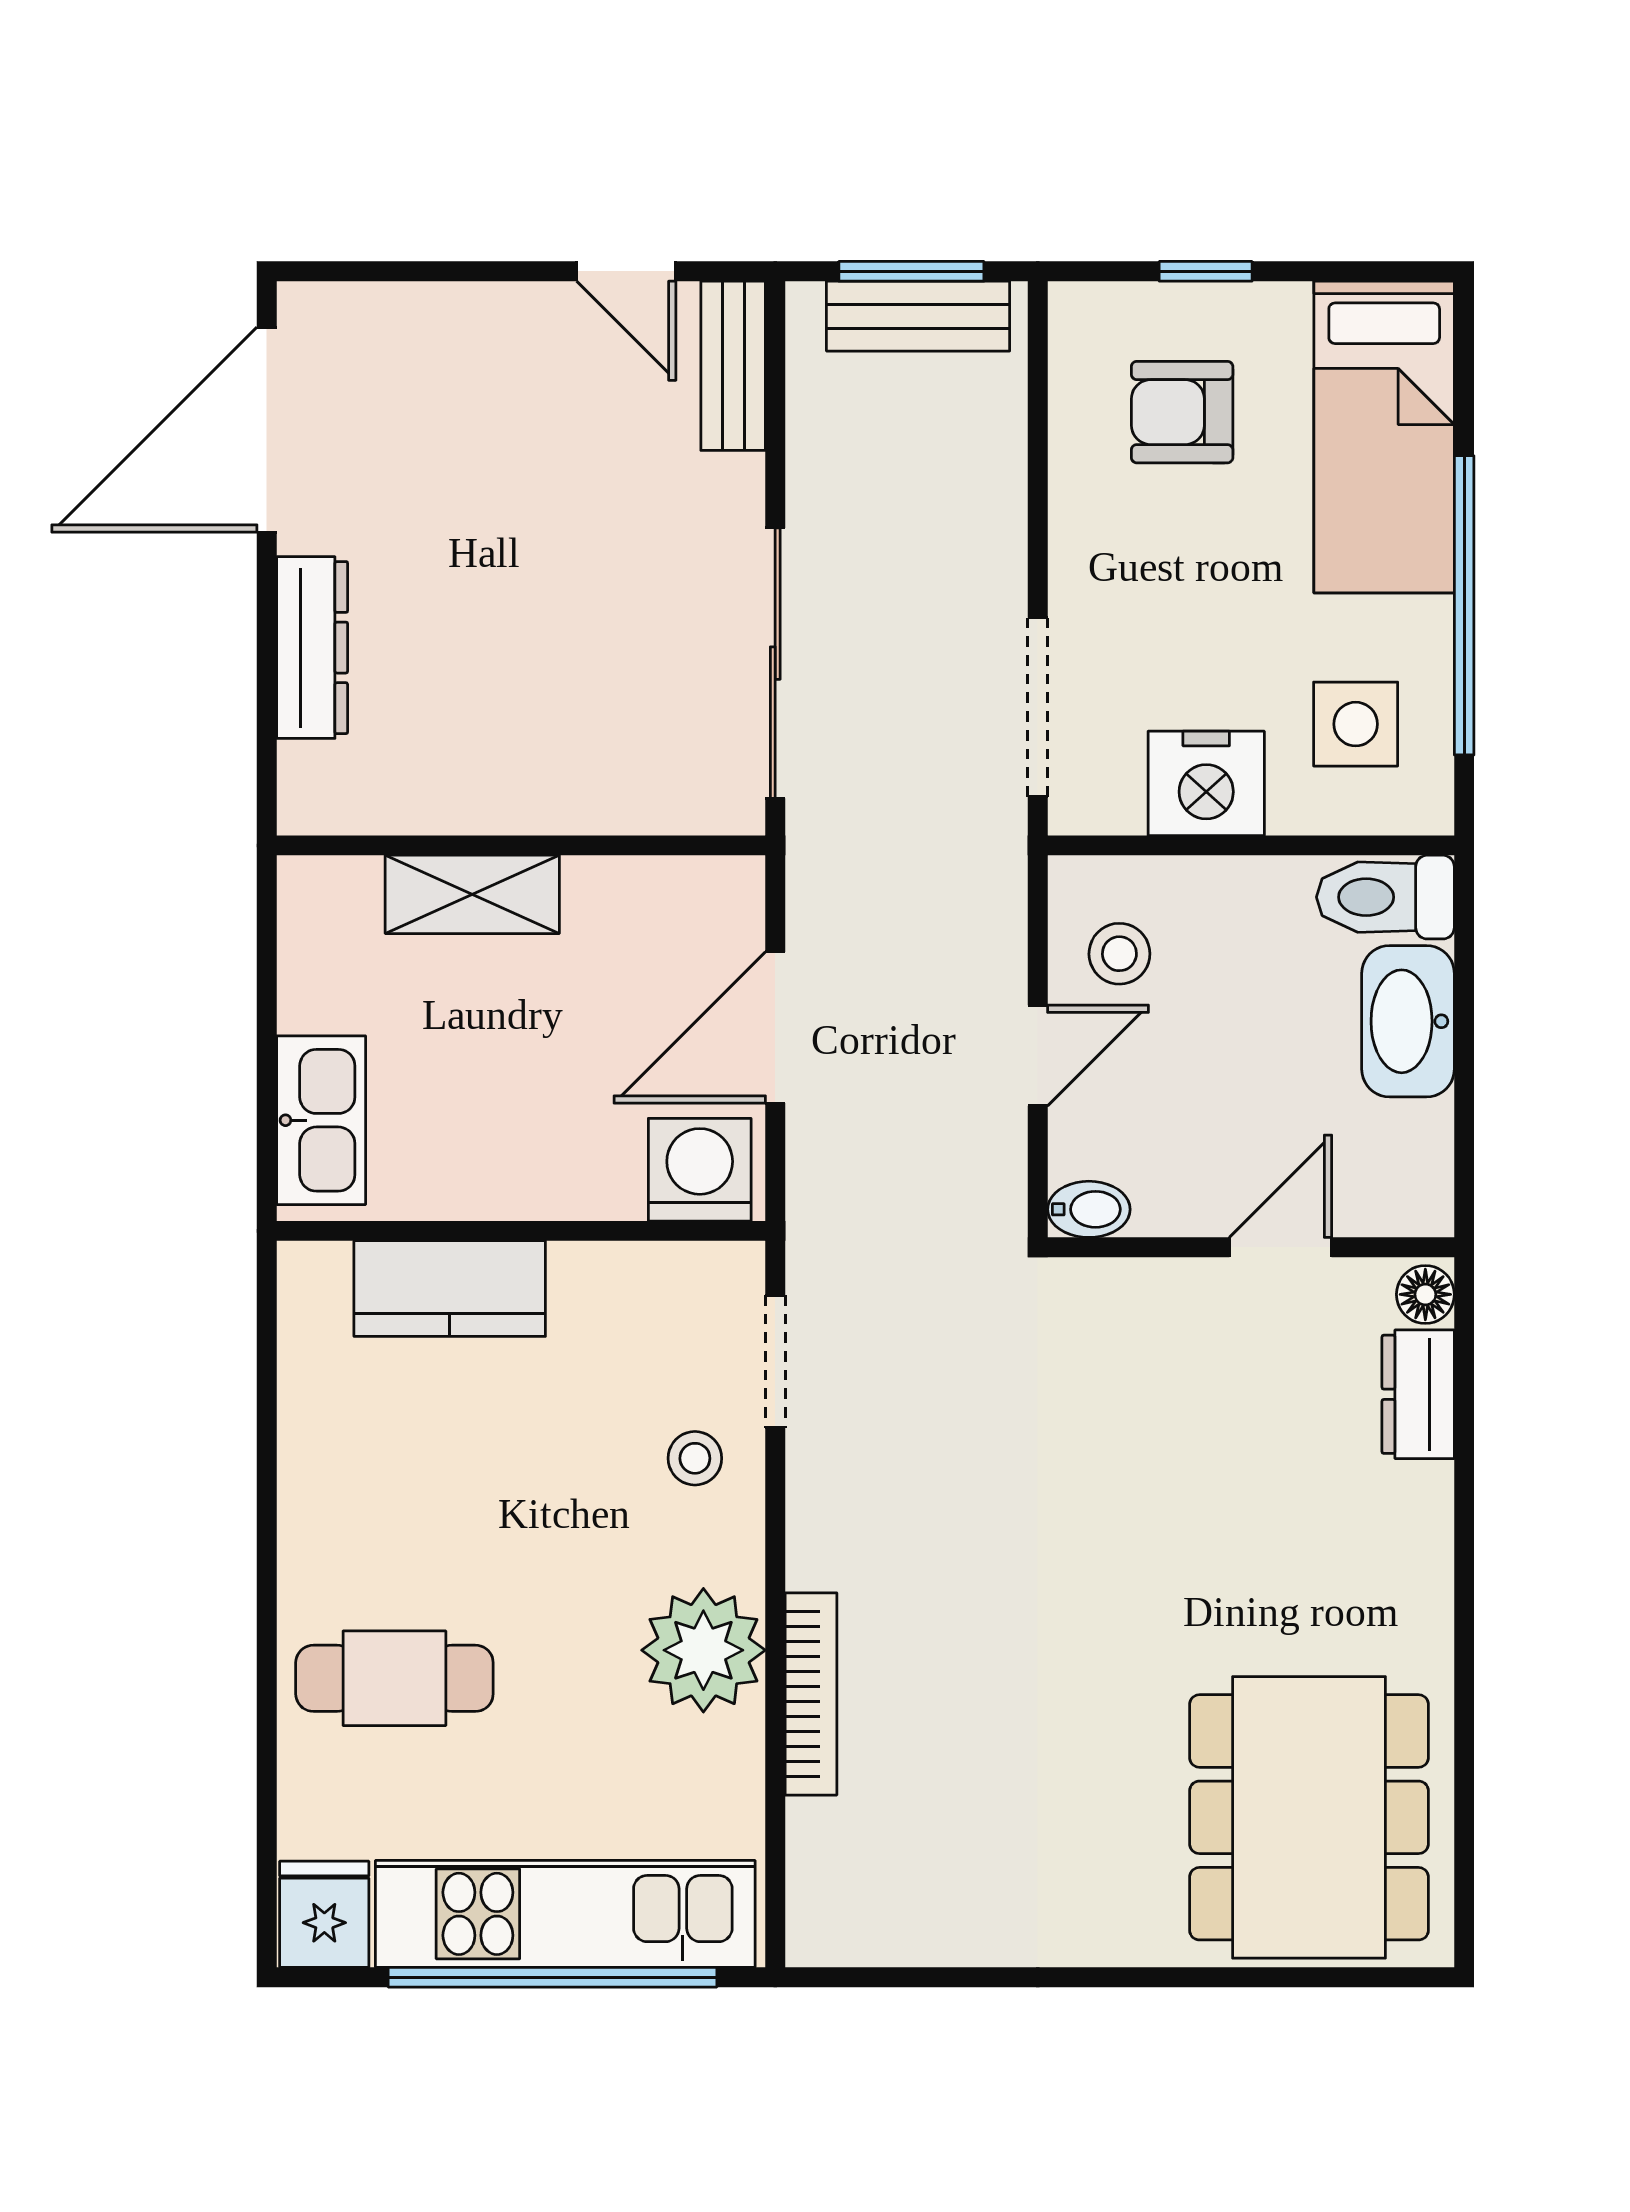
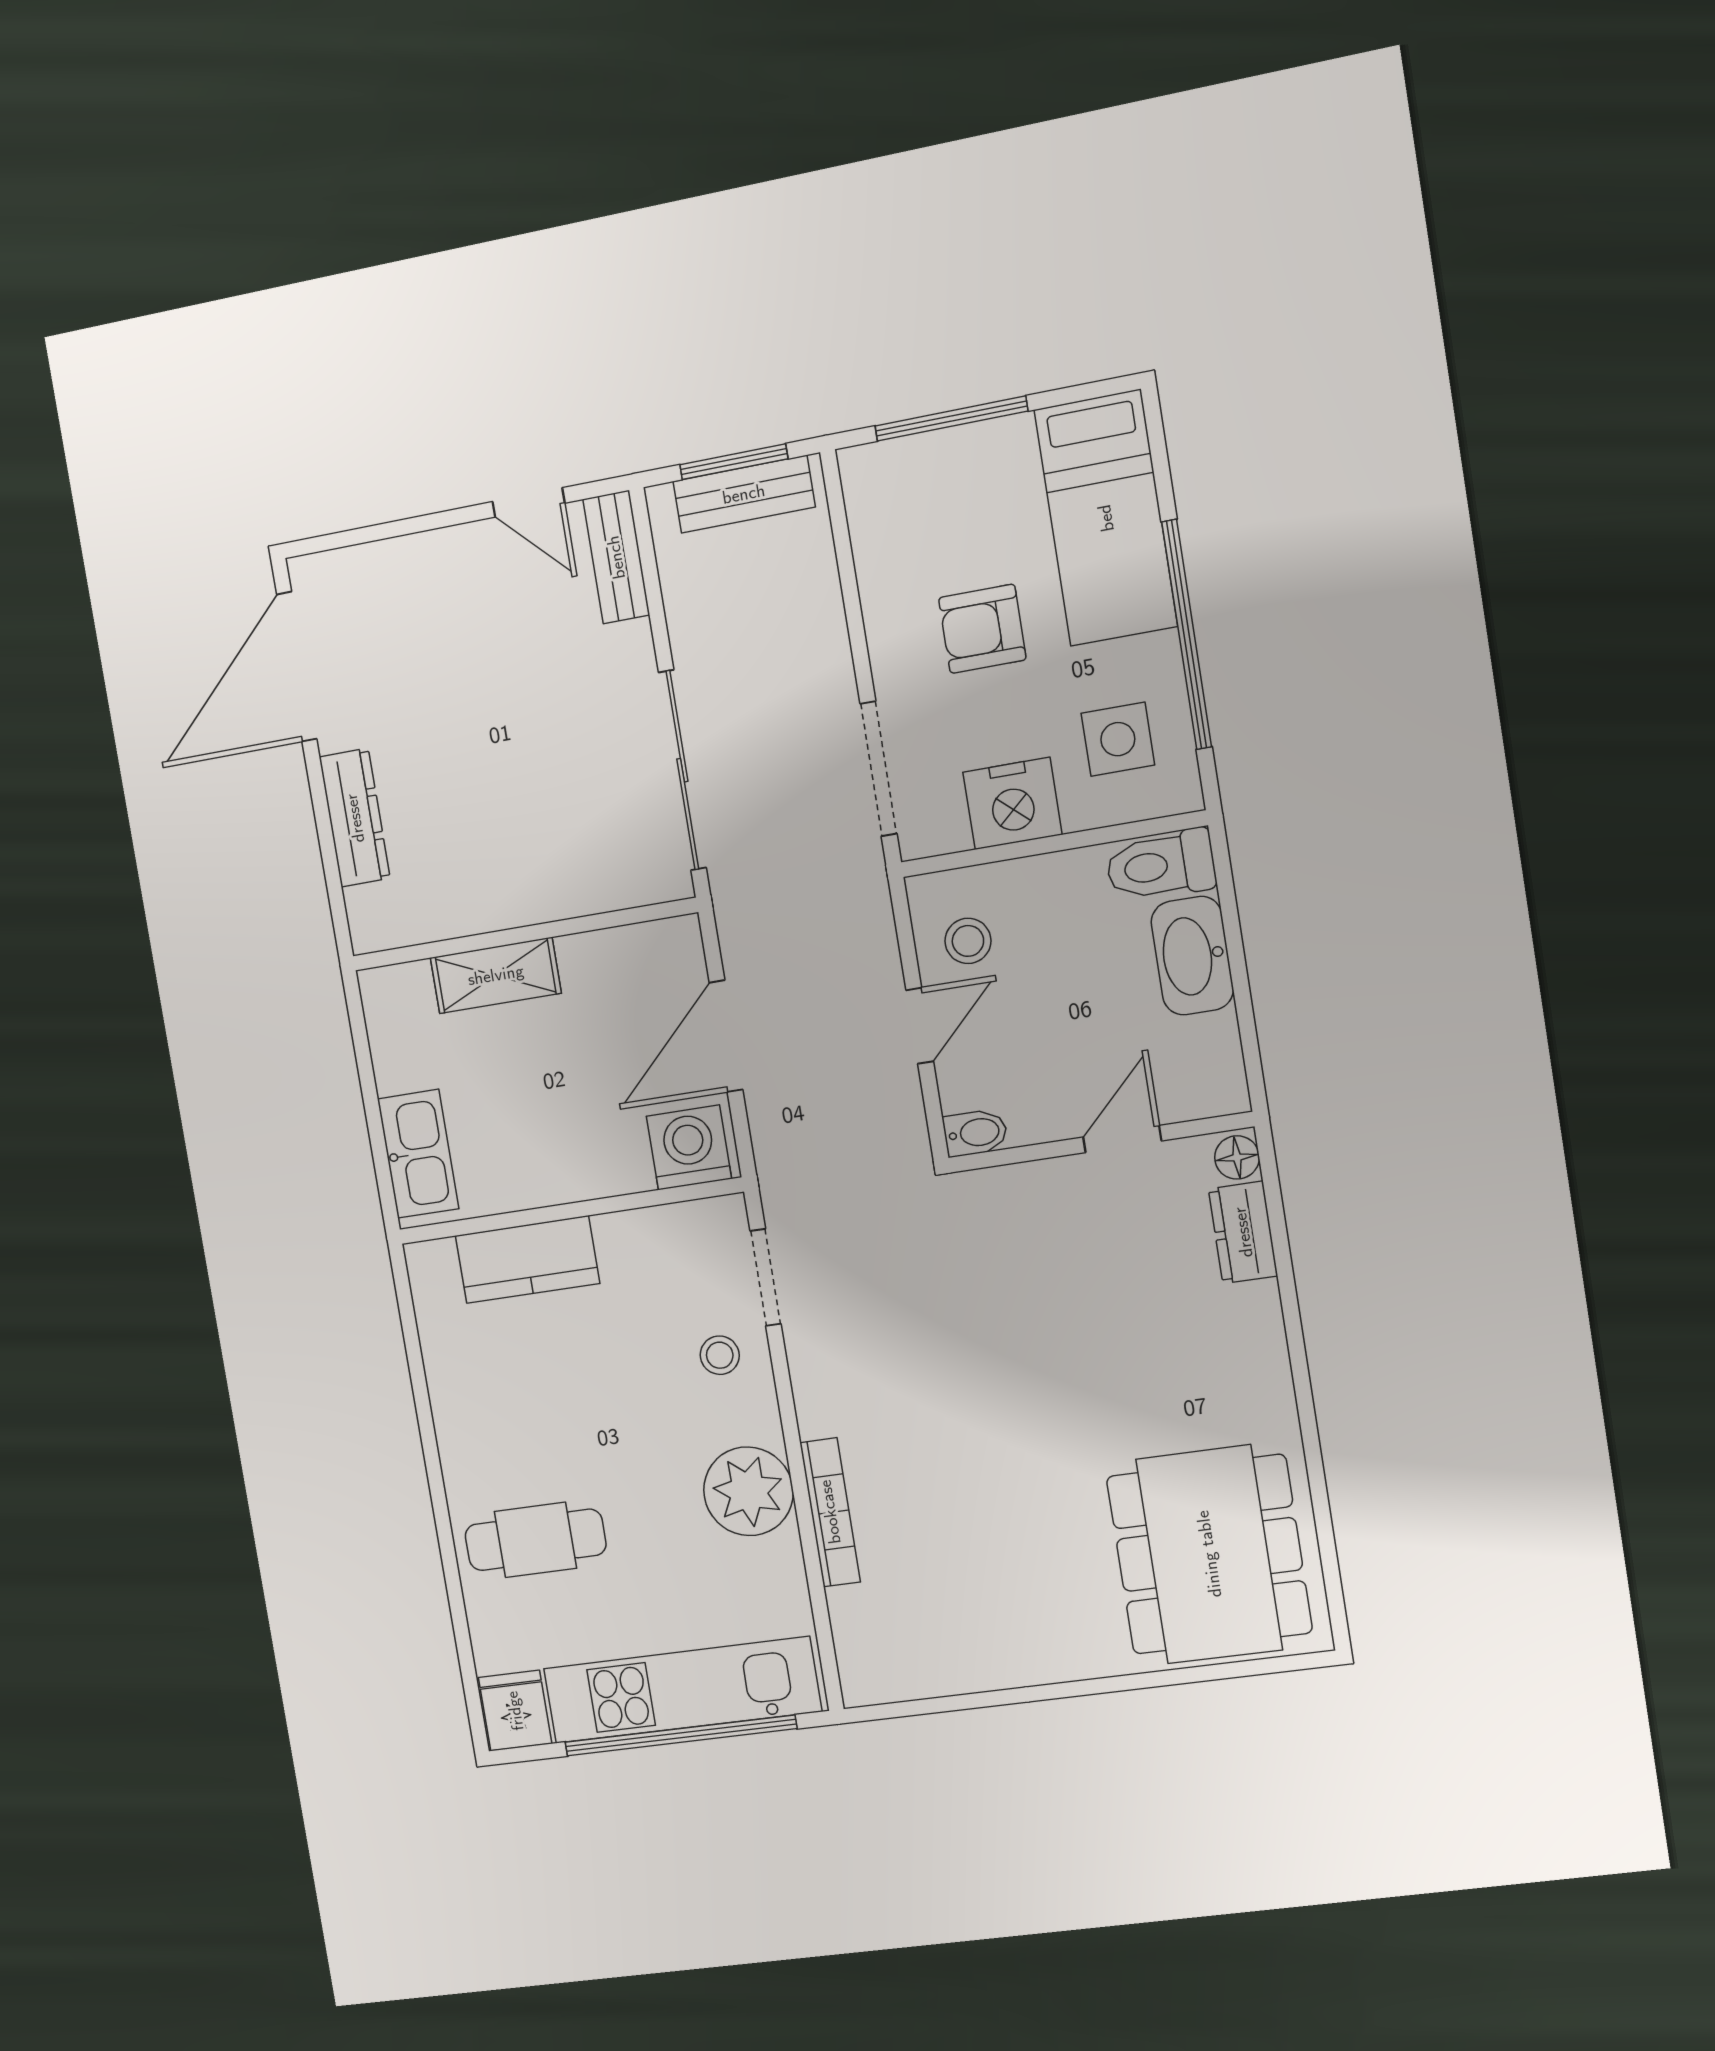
window: (1206, 271) -> (951, 419), width x2.17
armchair: (1182, 412) -> (982, 629), moved

